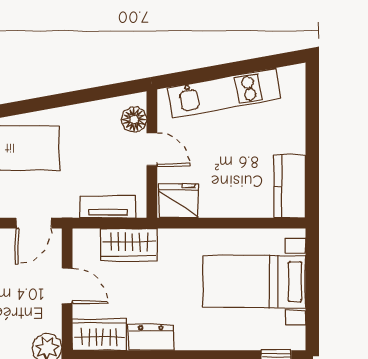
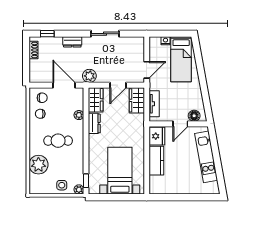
kitchen counter: (290, 186) -> (156, 161), moved, turned 90
door: (34, 223) -> (147, 70), swing flipped
wardrobe: (129, 245) -> (137, 100), moved

